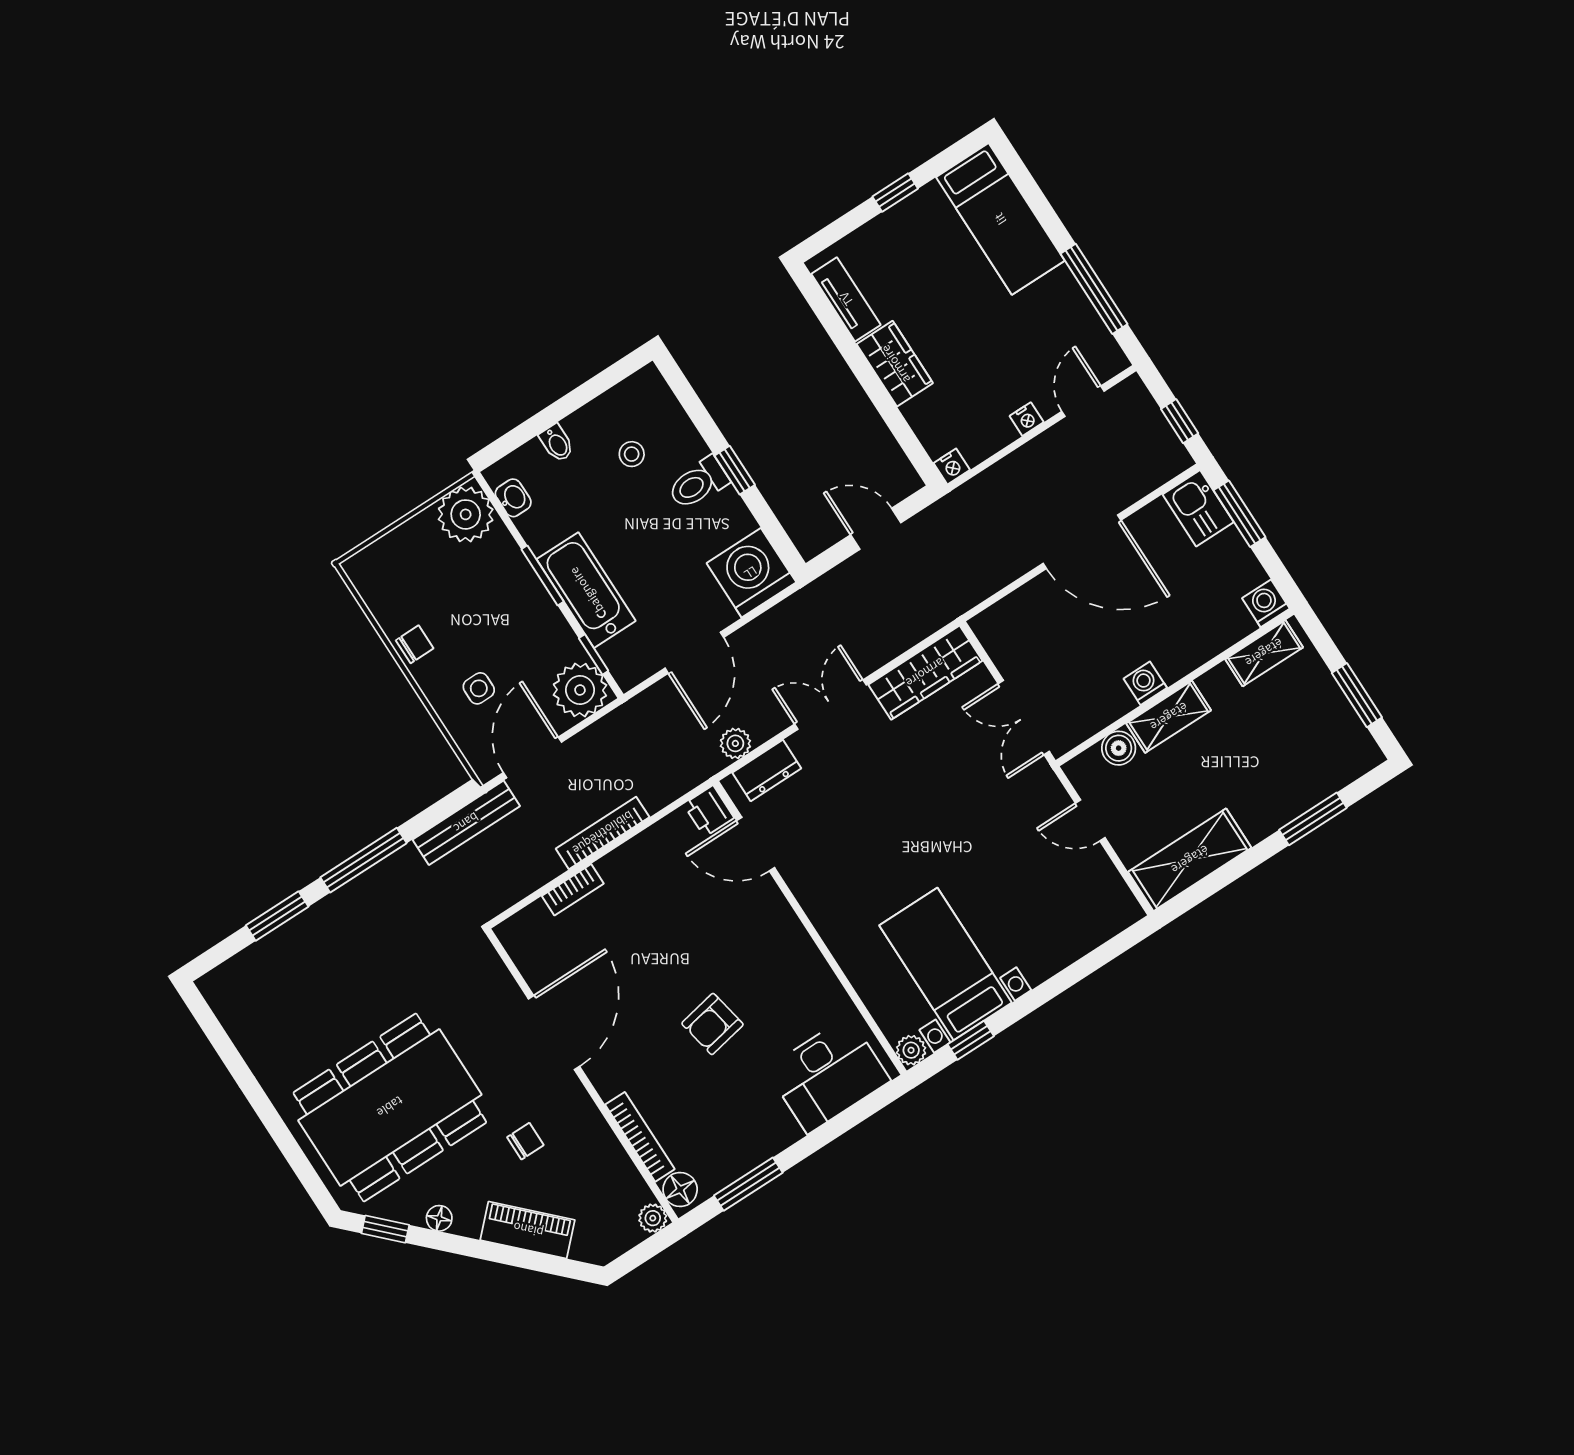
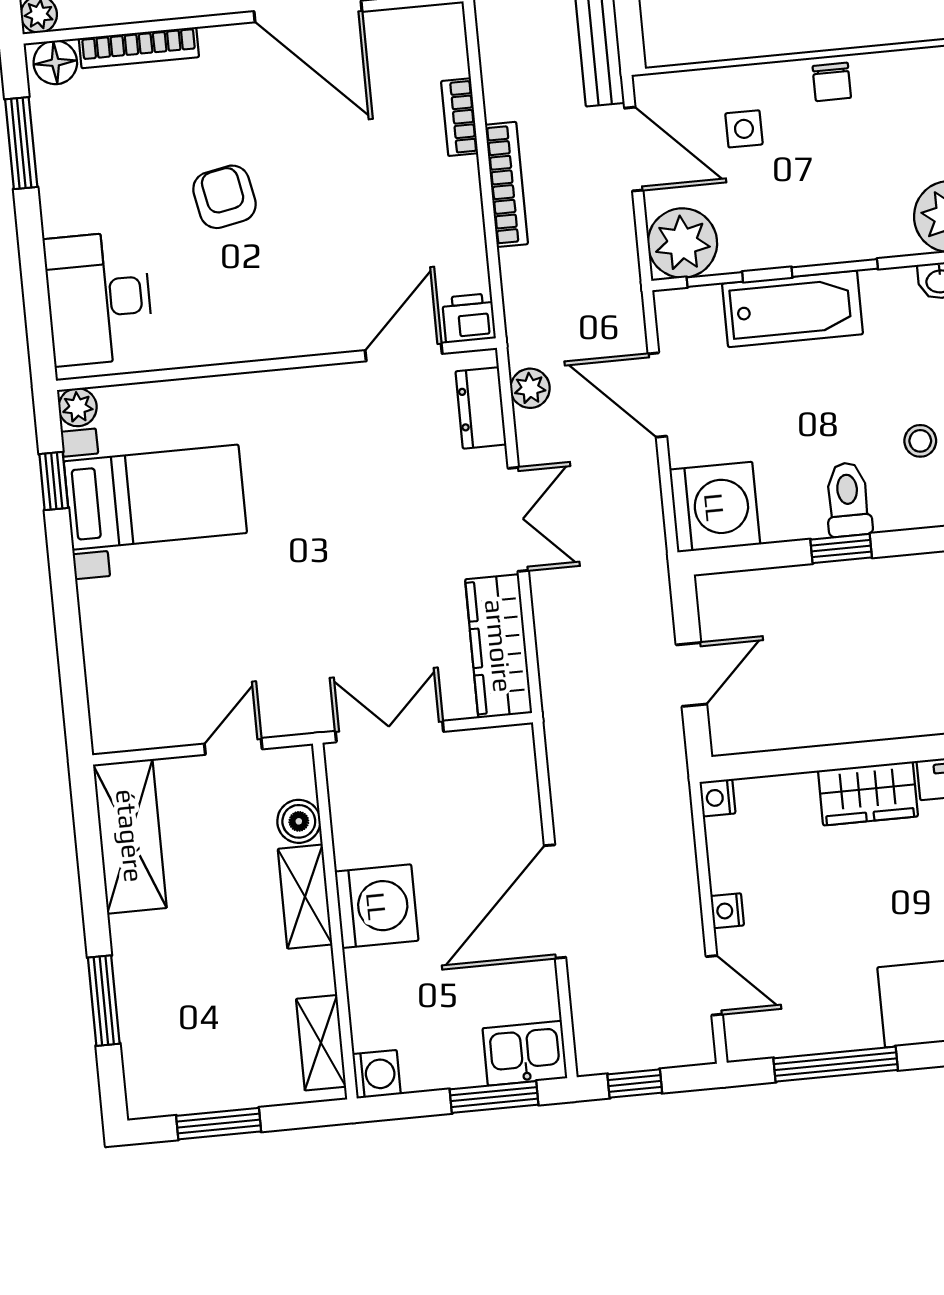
washing machine: (1145, 683) -> (377, 906), width x1.89, depth x1.89

